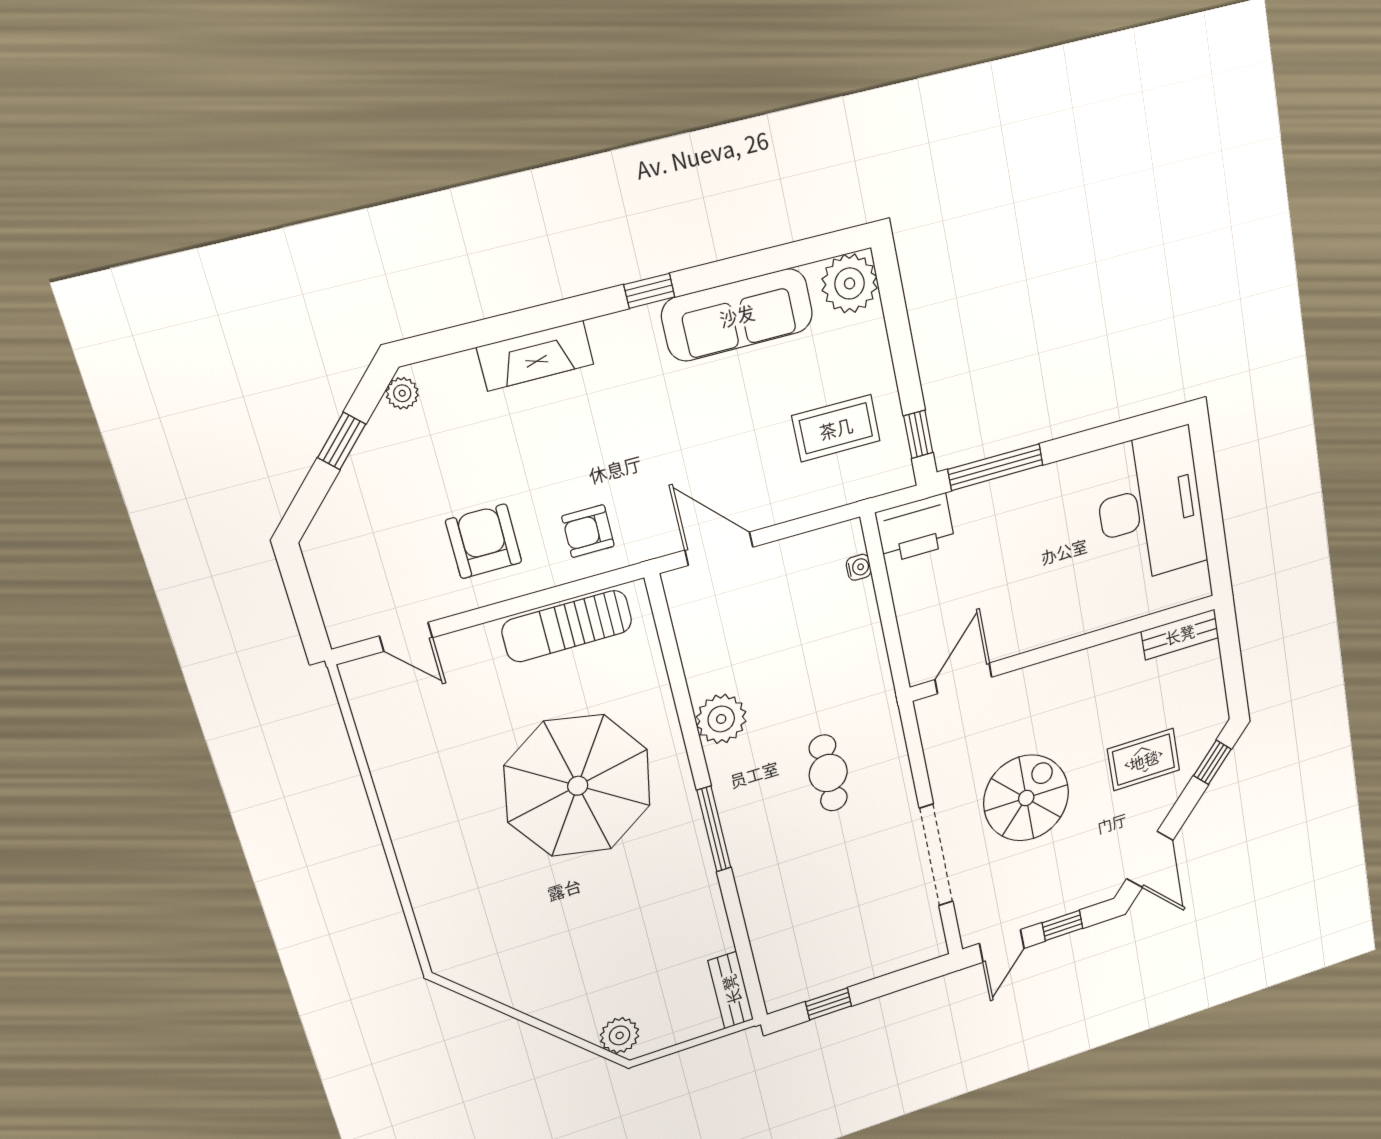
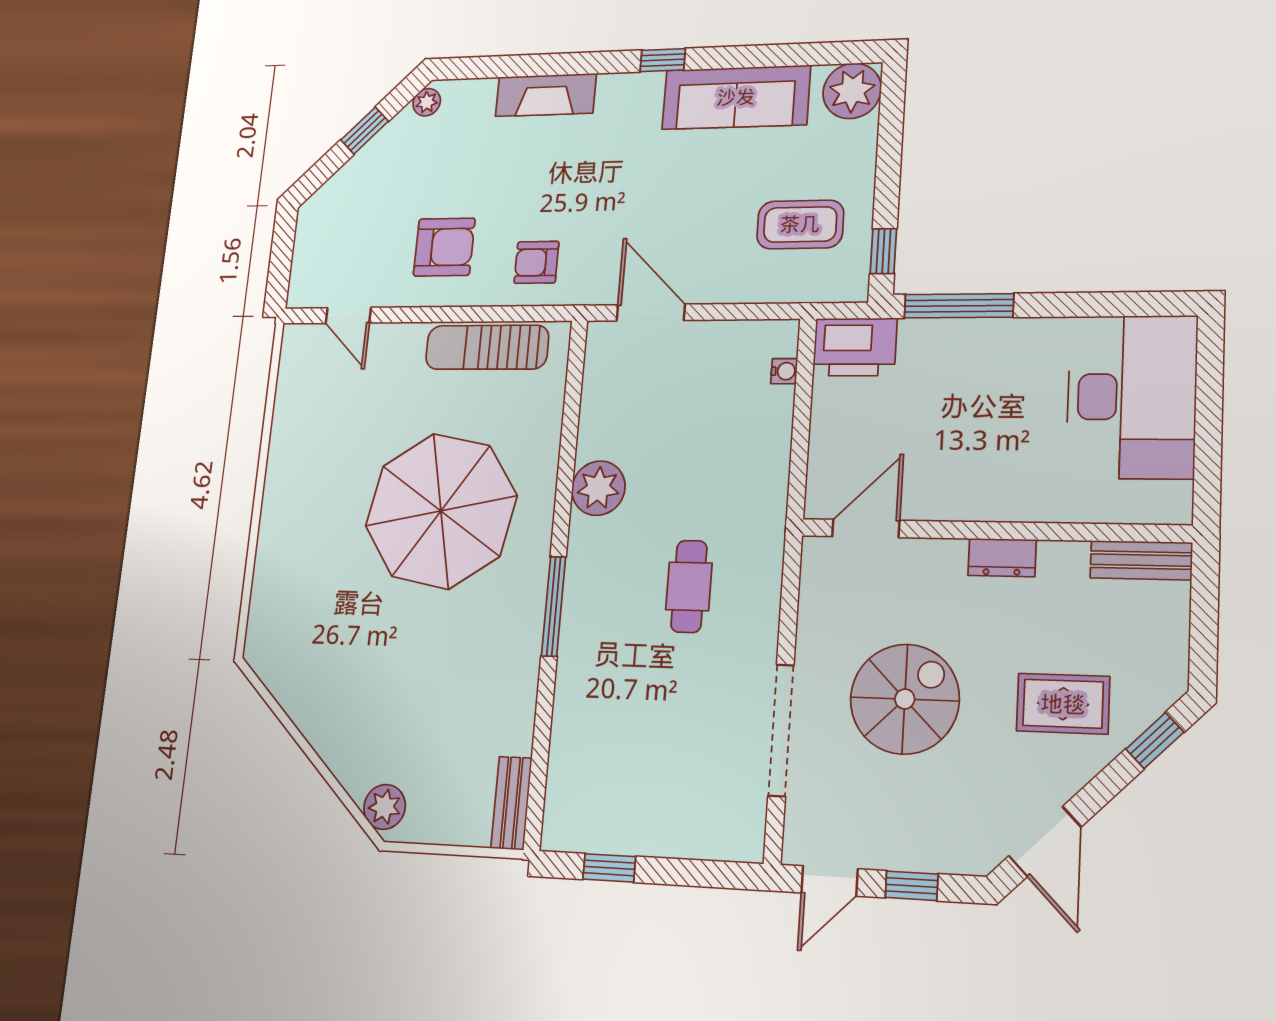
armchair: (484, 541) -> (444, 247), turned 90
dresser: (1076, 666) -> (1002, 558), added

